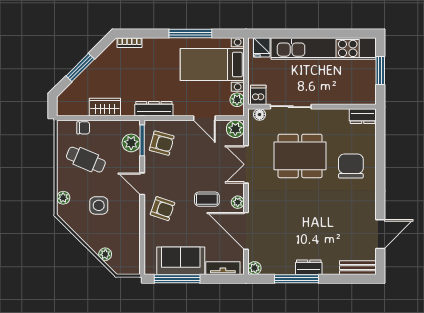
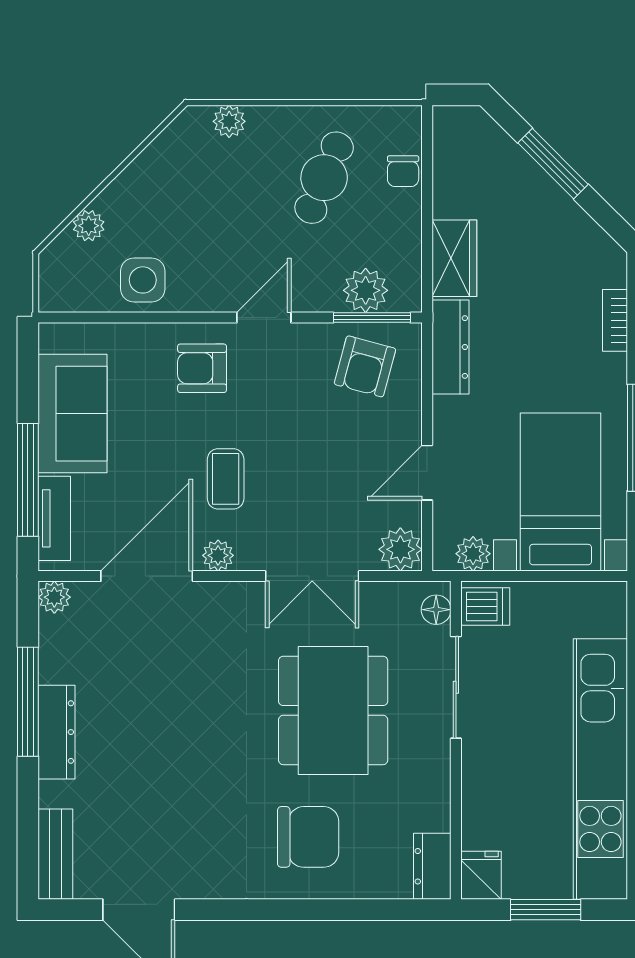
bookcase: (129, 43) -> (615, 320), moved
fridge: (262, 47) -> (481, 875), moved, turned 90
wardrobe: (105, 107) -> (454, 258), moved
double door: (246, 164) -> (312, 576), swing flipped
side table: (99, 205) -> (143, 280), moved
armchair: (162, 209) -> (202, 368), turned 71
dresser: (309, 267) -> (57, 732), width x1.44
window: (177, 279) -> (28, 480), moved

